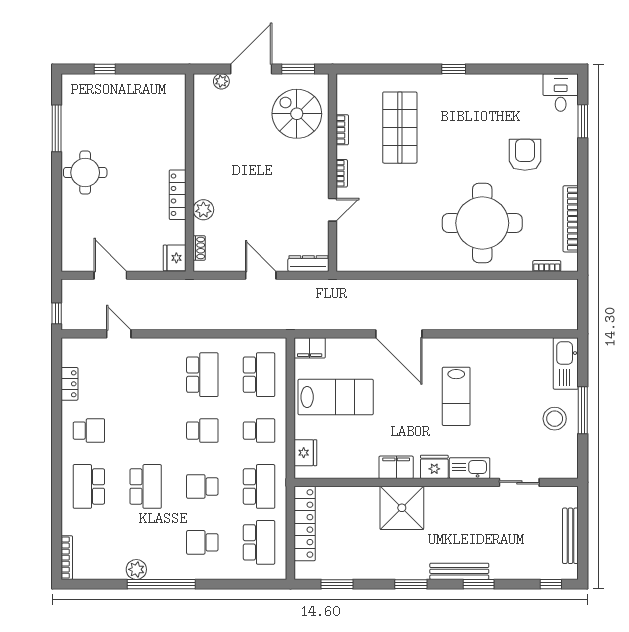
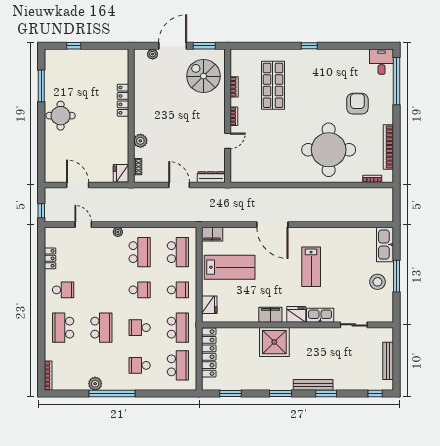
window: (583, 121) -> (397, 81), width x2.11
locker: (178, 195) -> (123, 100), moved
plant: (170, 345) -> (118, 232), added

